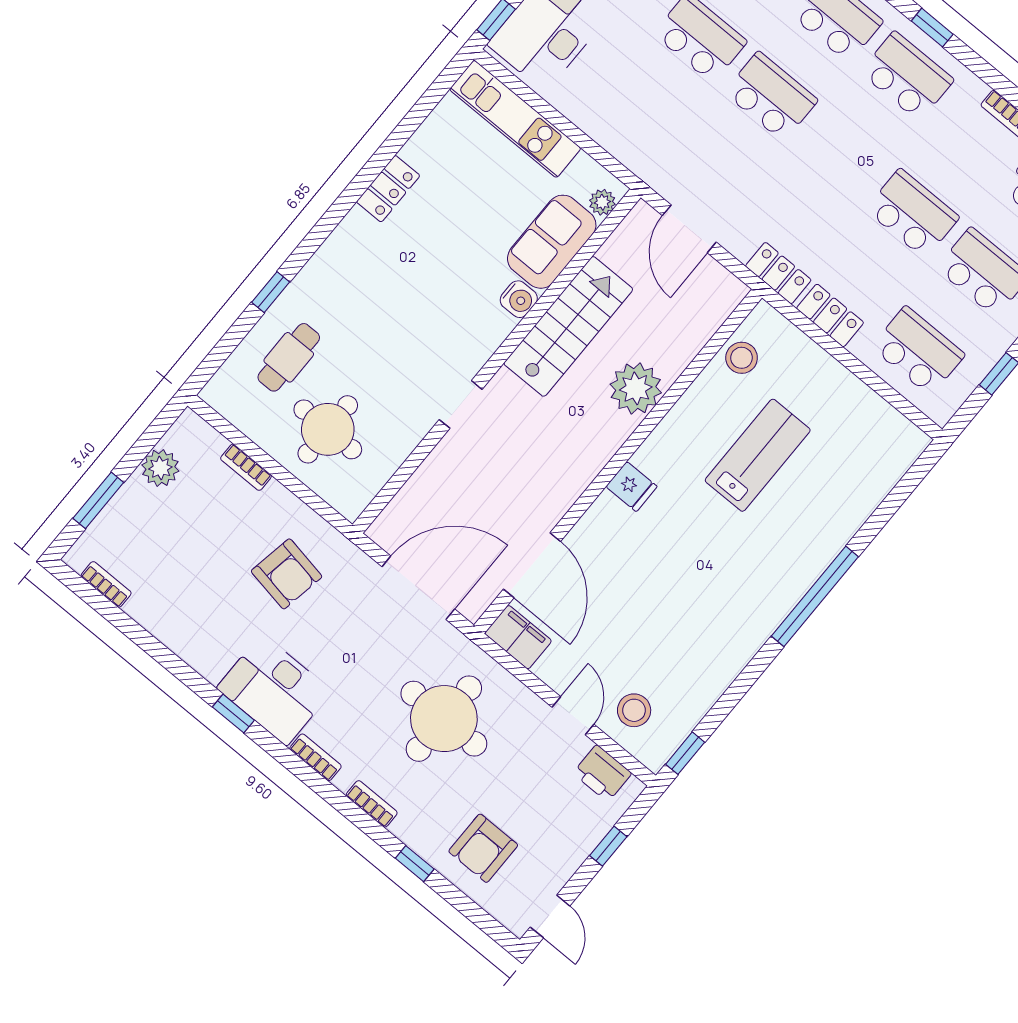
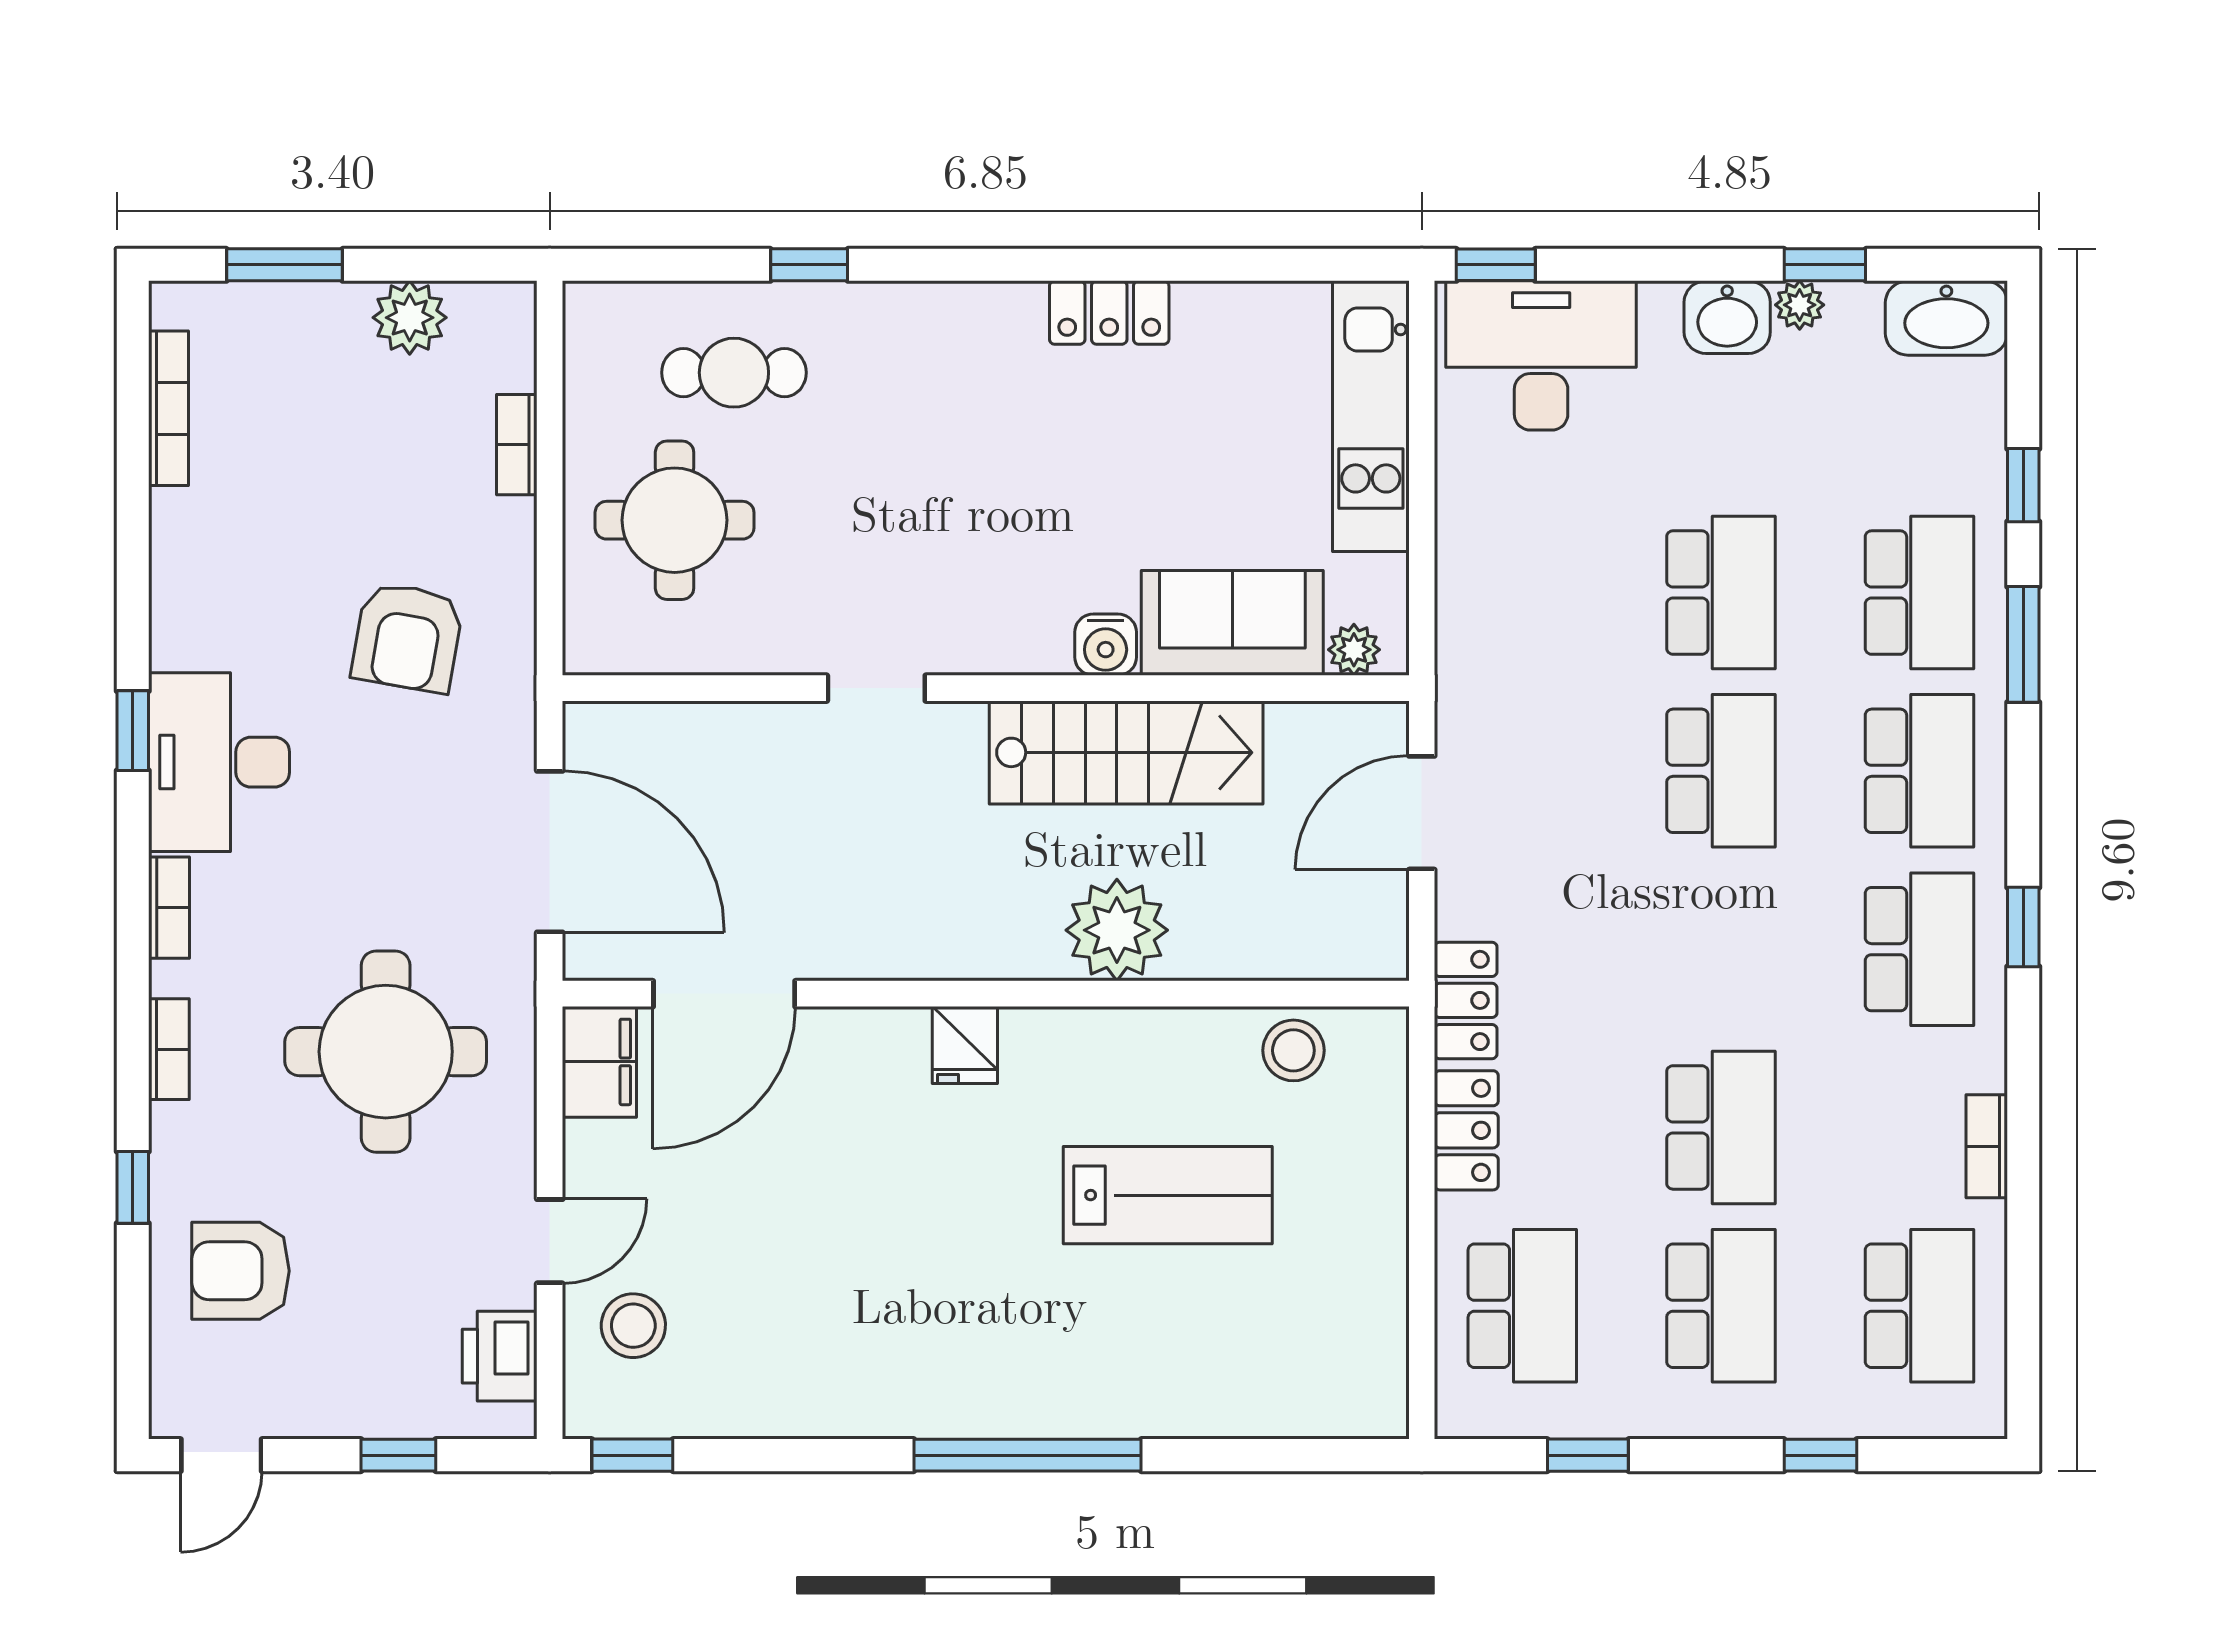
bookcase: (106, 584) -> (168, 408), width x1.56

